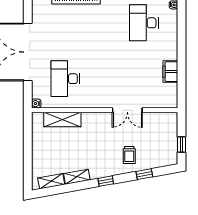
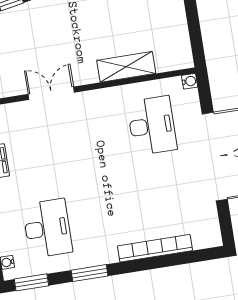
shelving: (62, 120) -> (126, 67), moved
trolley: (129, 155) -> (38, 26), removed

